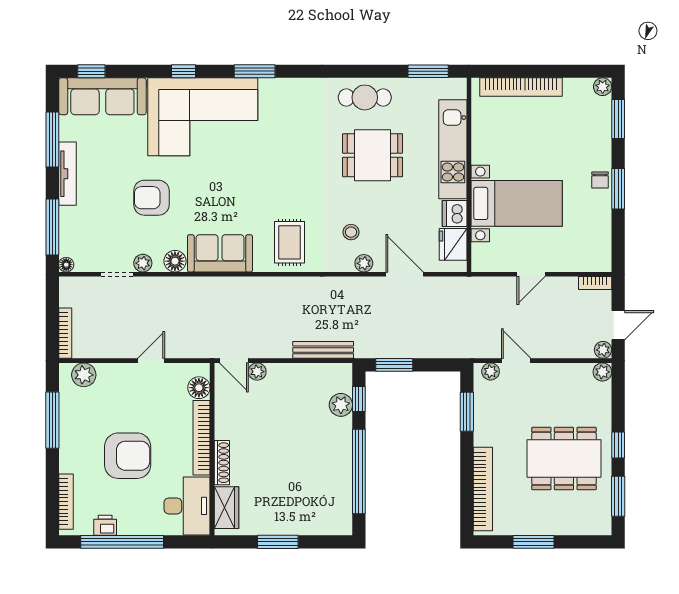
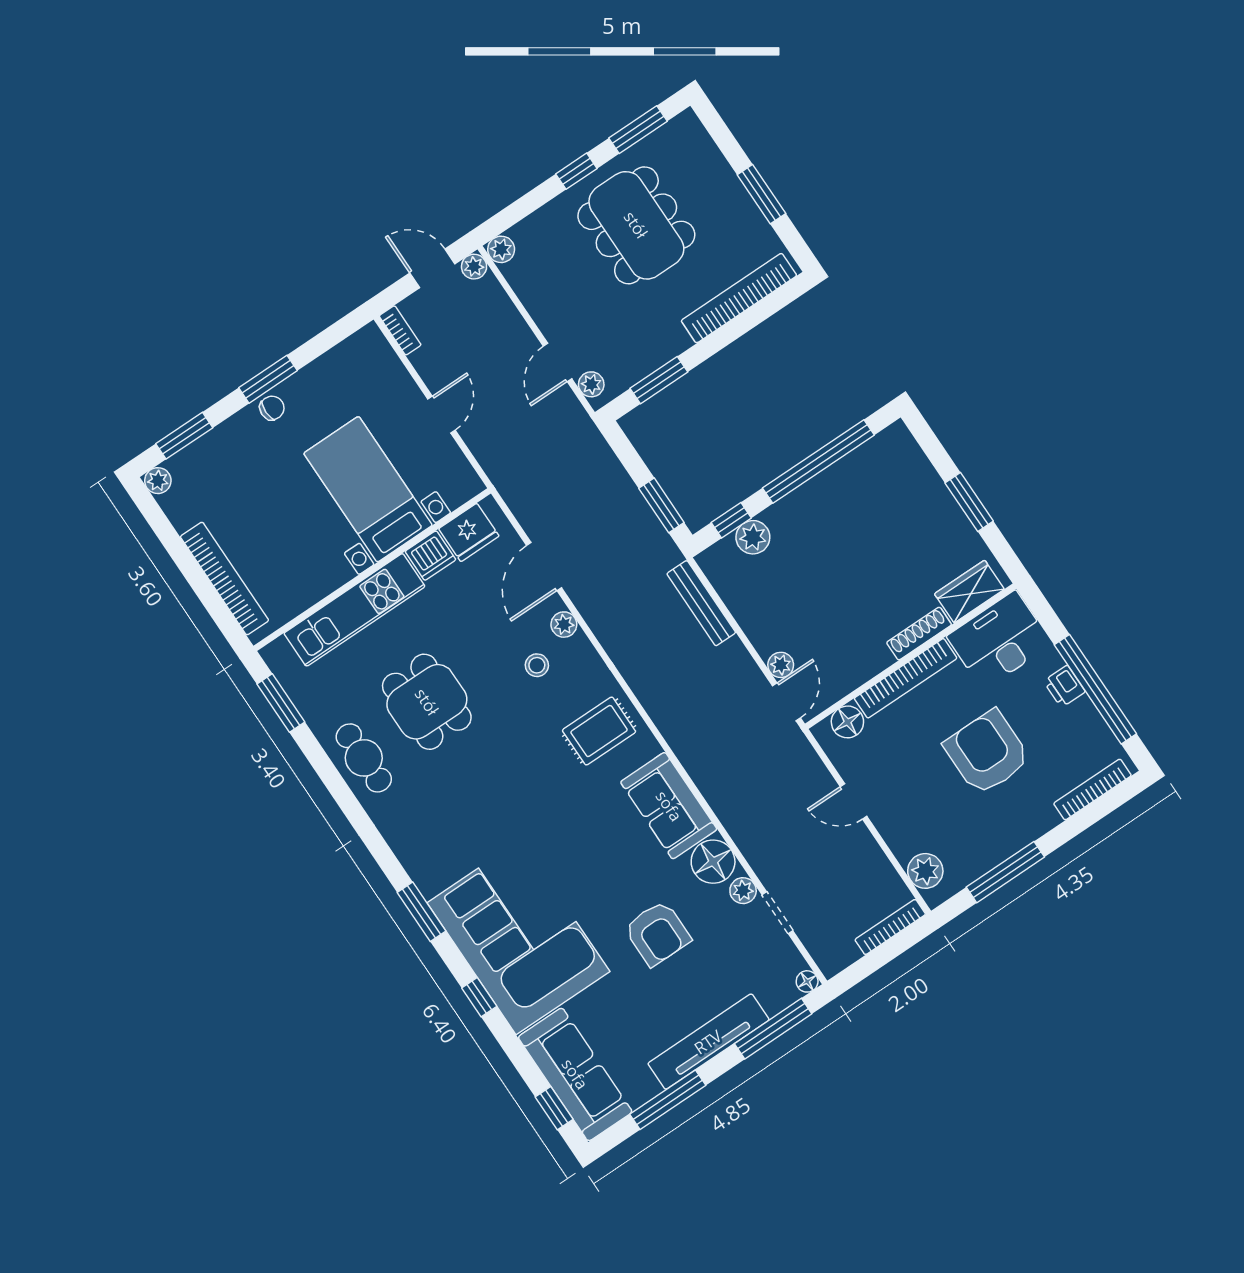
tv unit: (67, 174) -> (708, 1042), width x1.36, depth x1.29
floor lamp: (175, 261) -> (713, 862), width x1.38, depth x1.38
door: (531, 274) -> (441, 415), hinge flipped
printer: (105, 525) -> (1064, 686), moved

